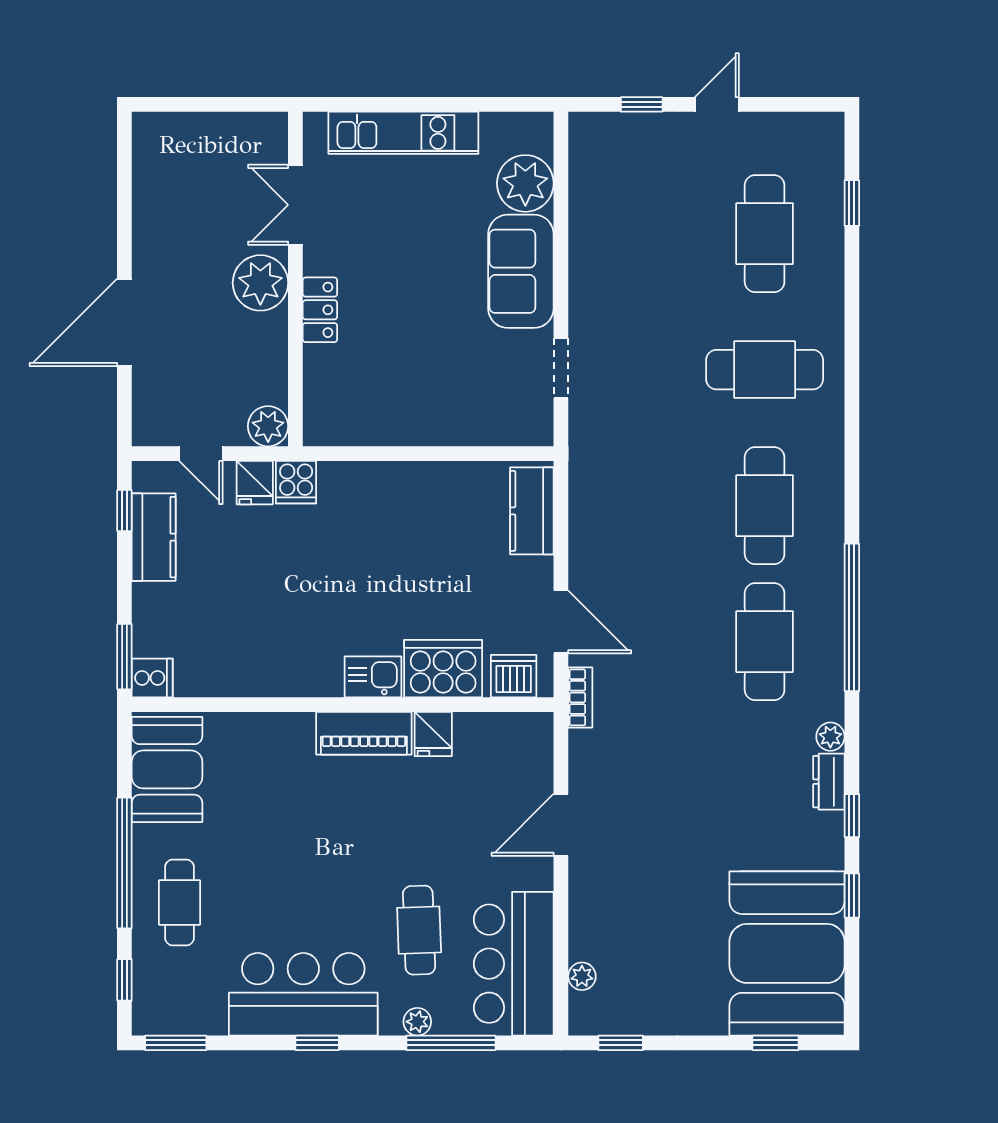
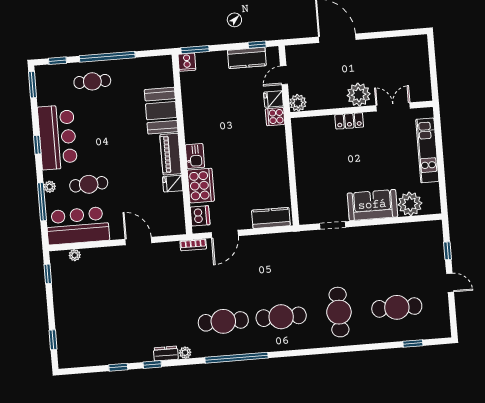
booth: (167, 769) -> (161, 111), moved, turned 90
booth: (787, 953) -> (91, 342), removed

